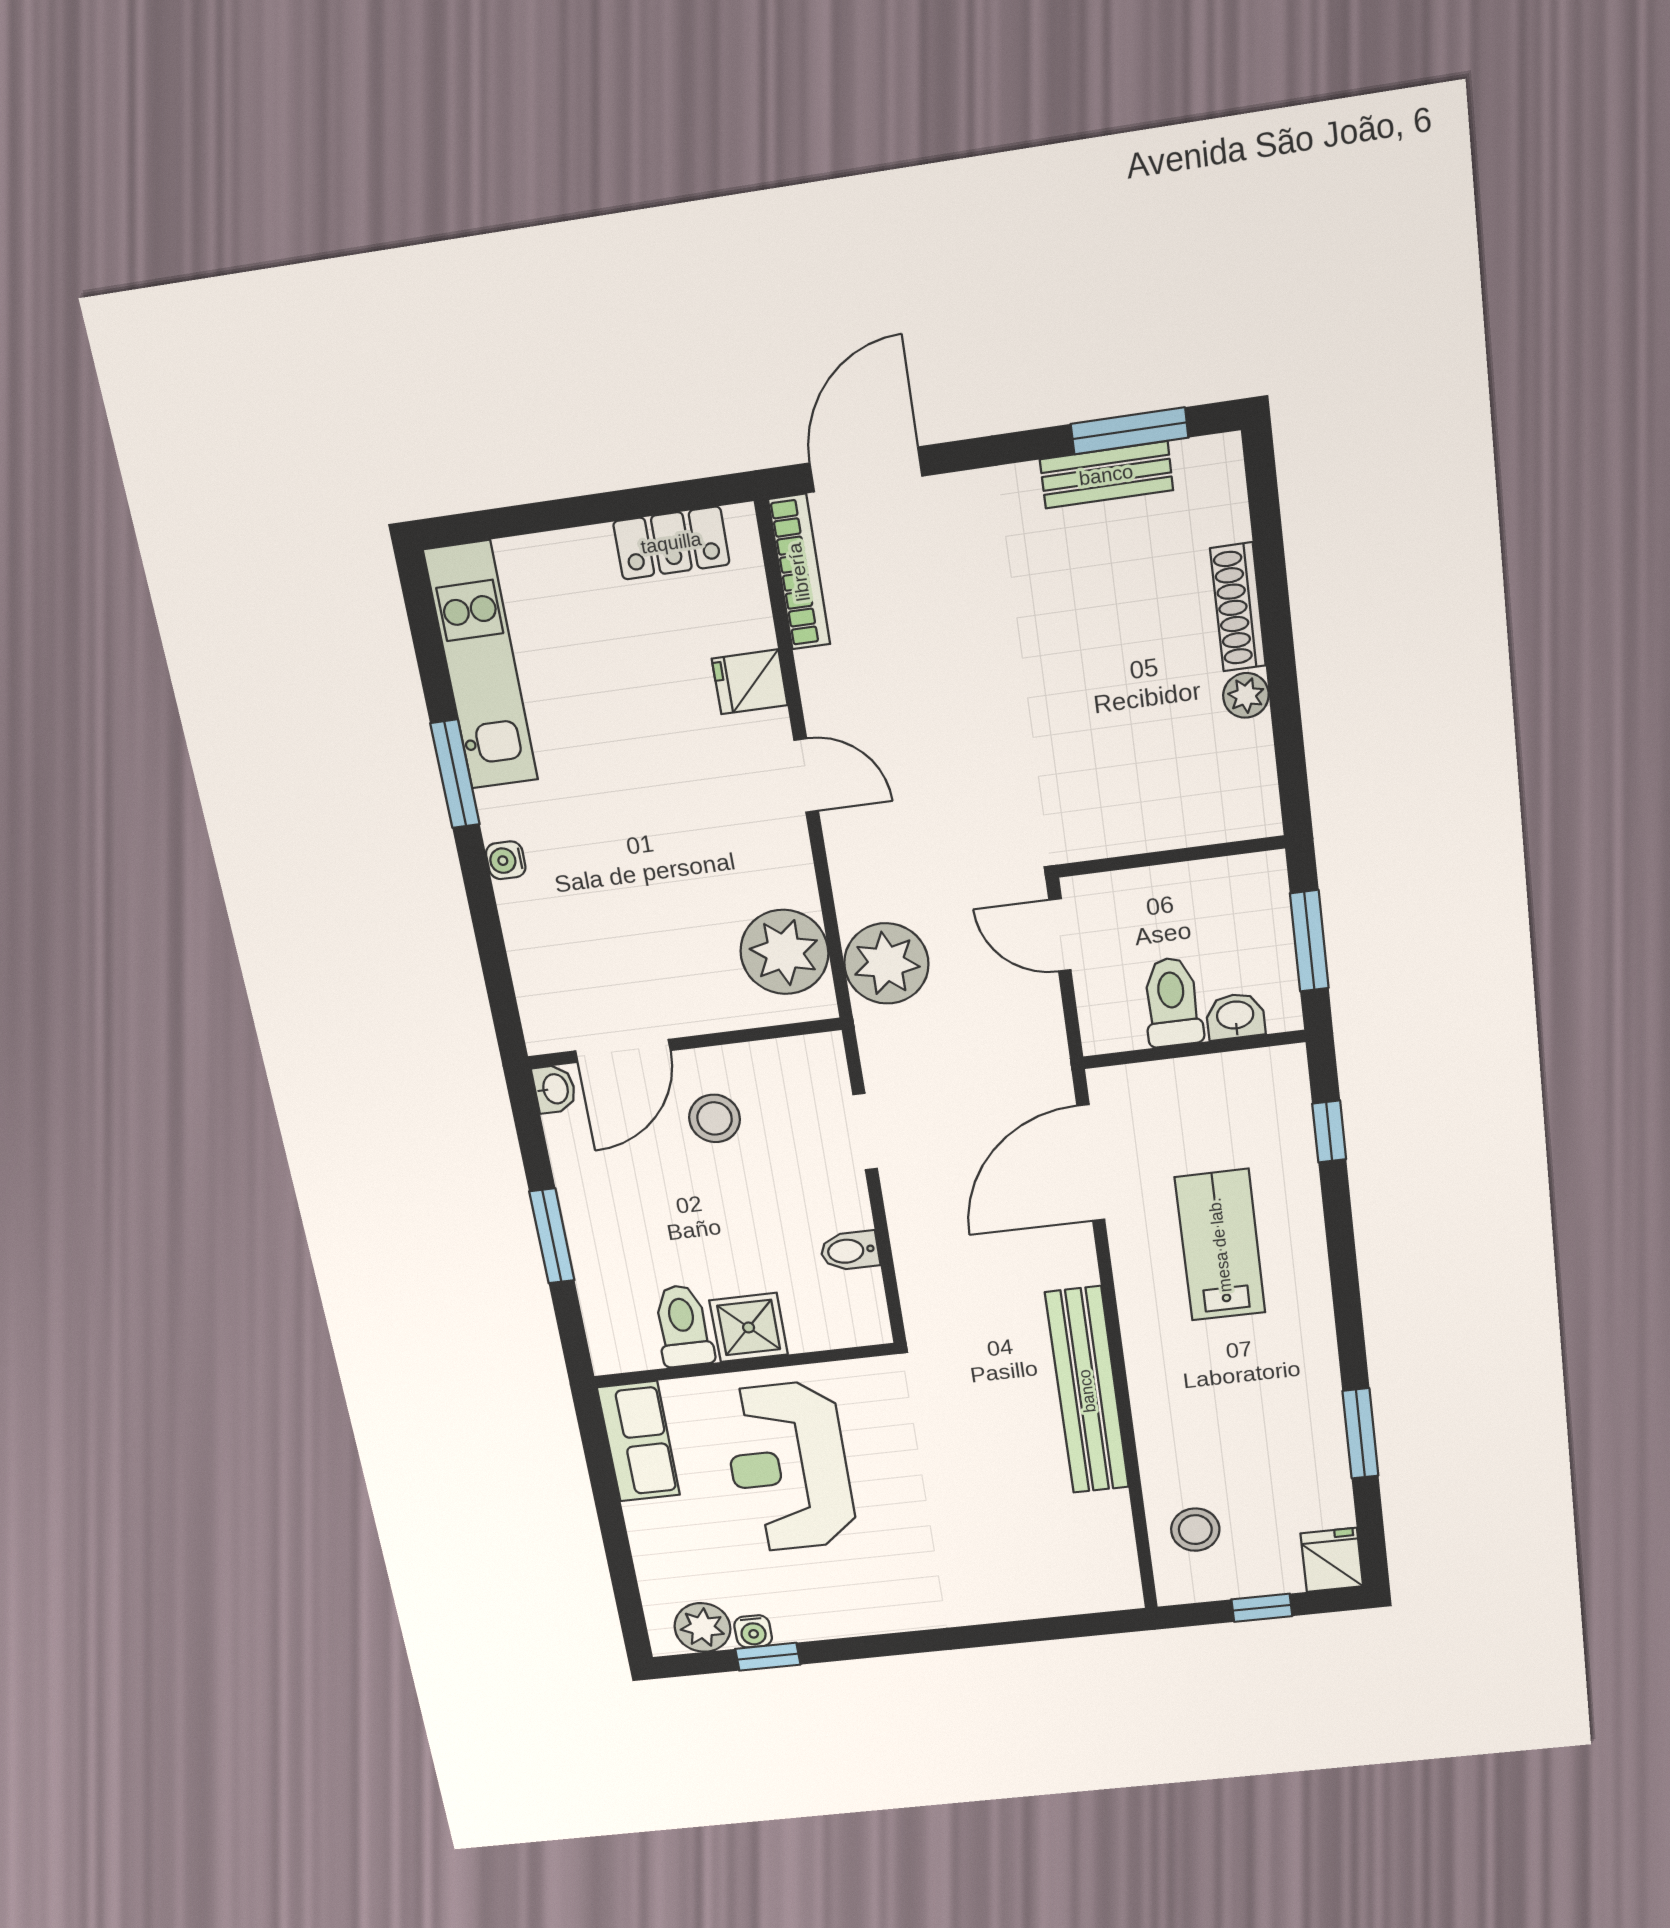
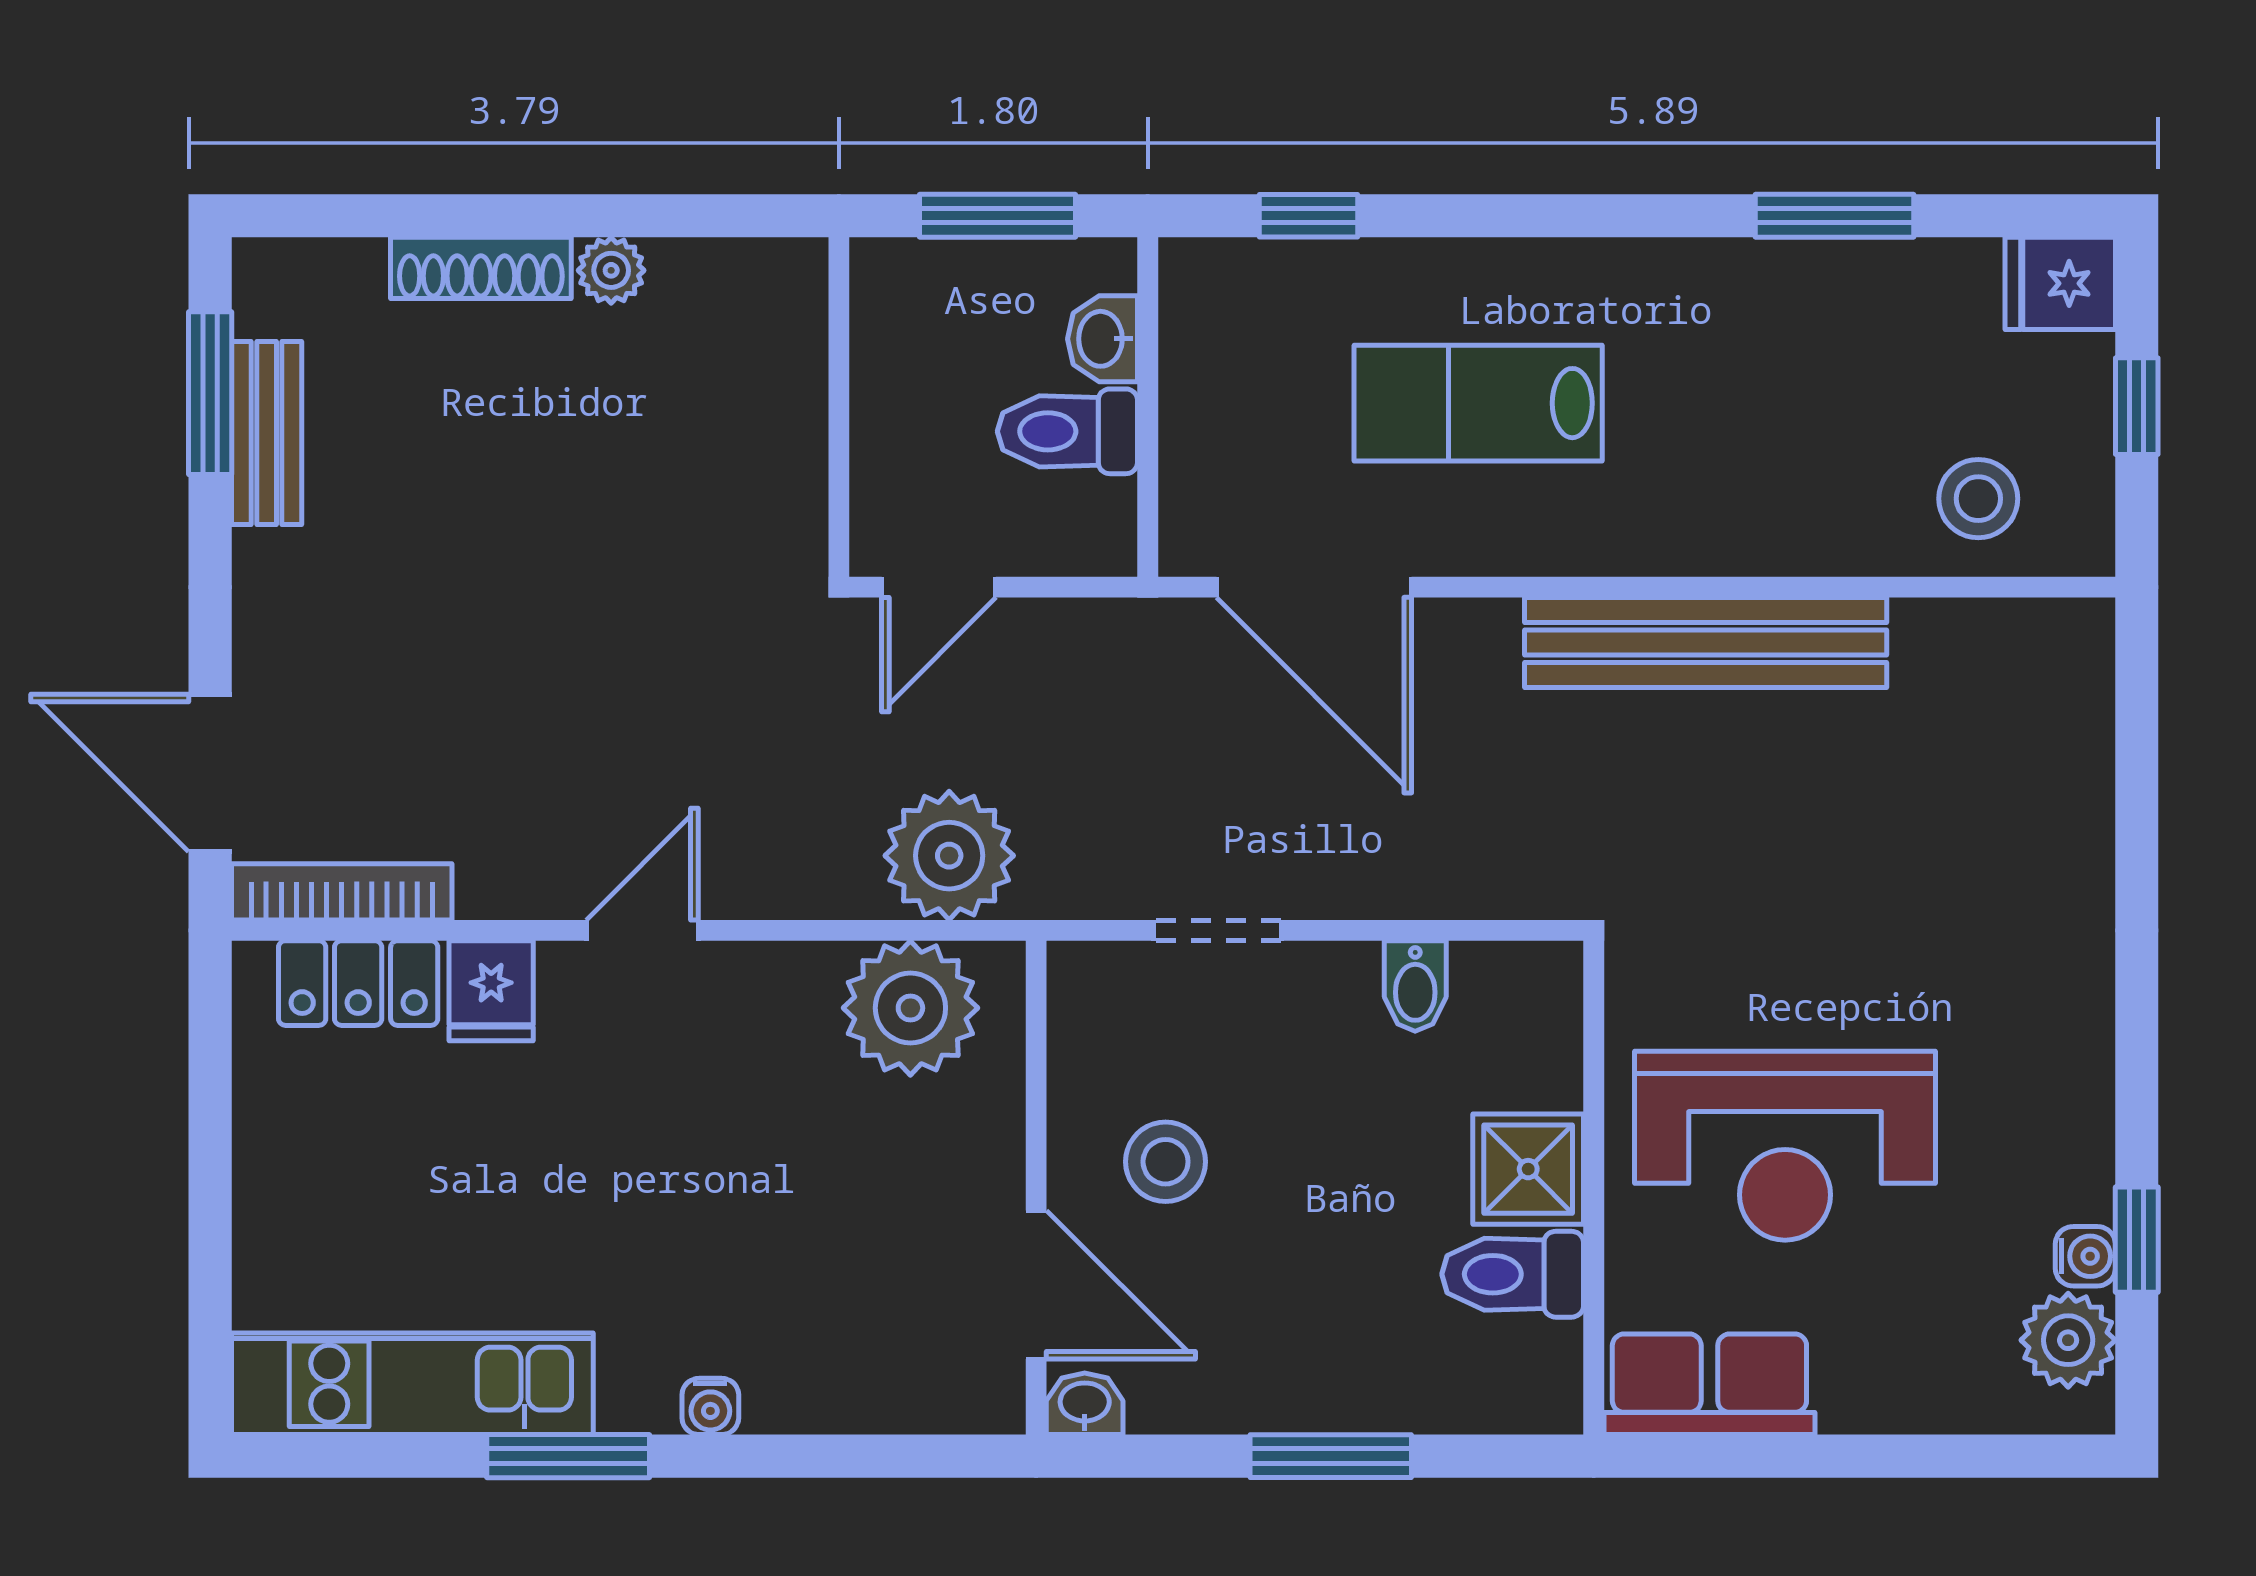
locker: (671, 543) -> (358, 983), moved, turned 90

